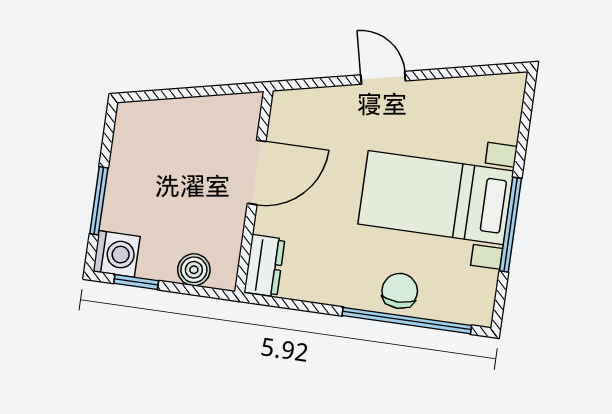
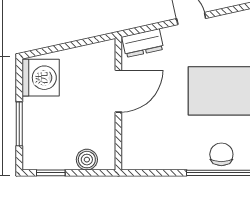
washing machine: (117, 254) -> (41, 78), moved, width x1.37, depth x1.37
dresser: (264, 266) -> (143, 43), moved, turned 78

